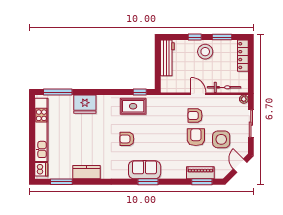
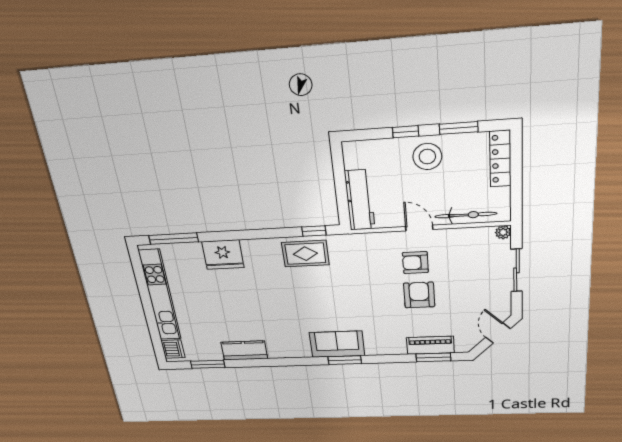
workbench: (167, 58) -> (360, 200), moved
armchair: (127, 139) -> (302, 302), removed
side table: (221, 139) -> (464, 296), removed

